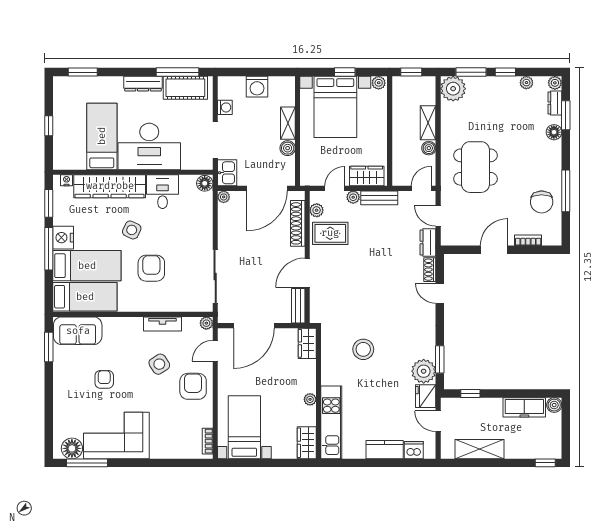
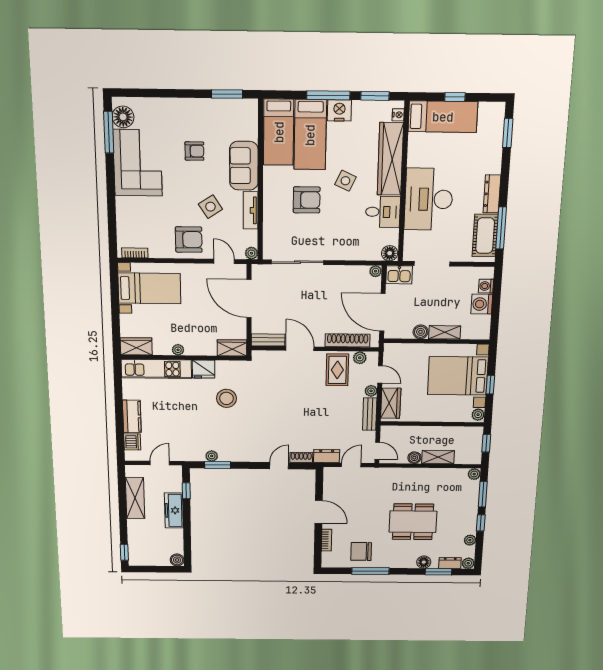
plant: (453, 89) -> (474, 474), width x0.53, depth x0.53
washing machine: (225, 107) -> (486, 286), moved, turned 90
bed: (102, 136) -> (443, 117), moved
dining table: (475, 167) -> (413, 522), moved
sofa: (78, 331) -> (244, 166), moved
plant: (424, 371) -> (212, 456), width x0.53, depth x0.53
fridge: (426, 396) -> (204, 369), moved, turned 180
freezer: (524, 407) -> (174, 510), moved

